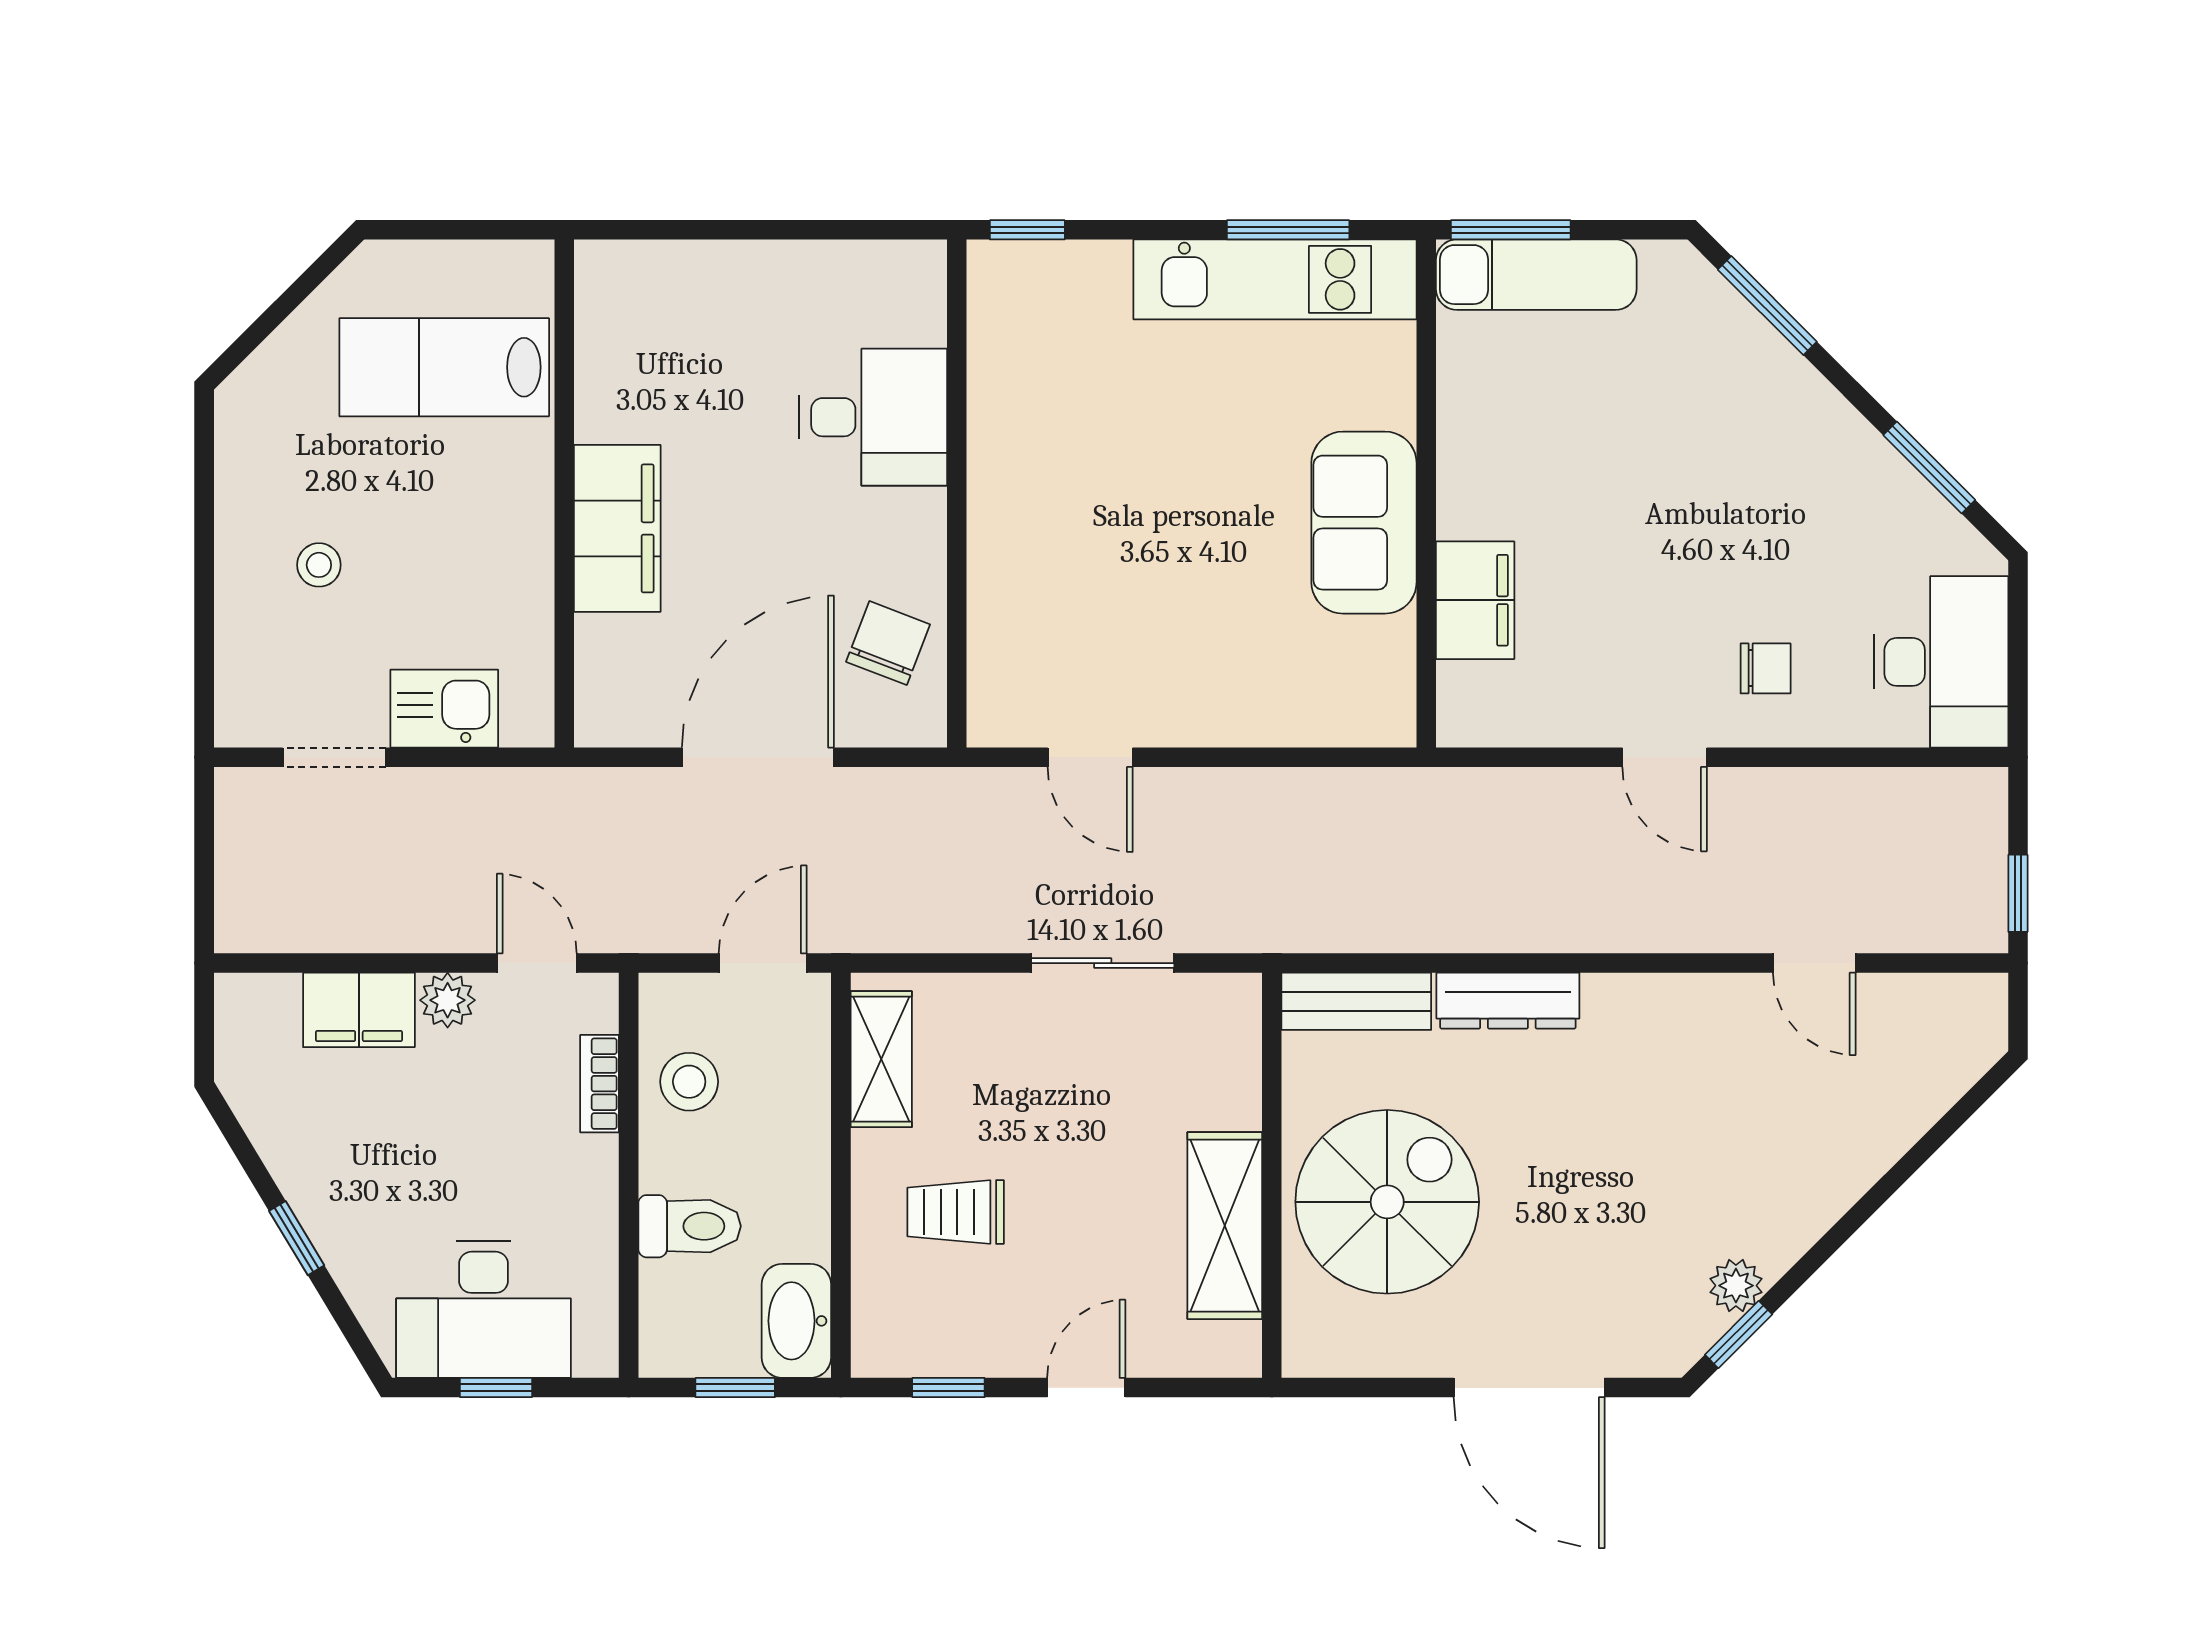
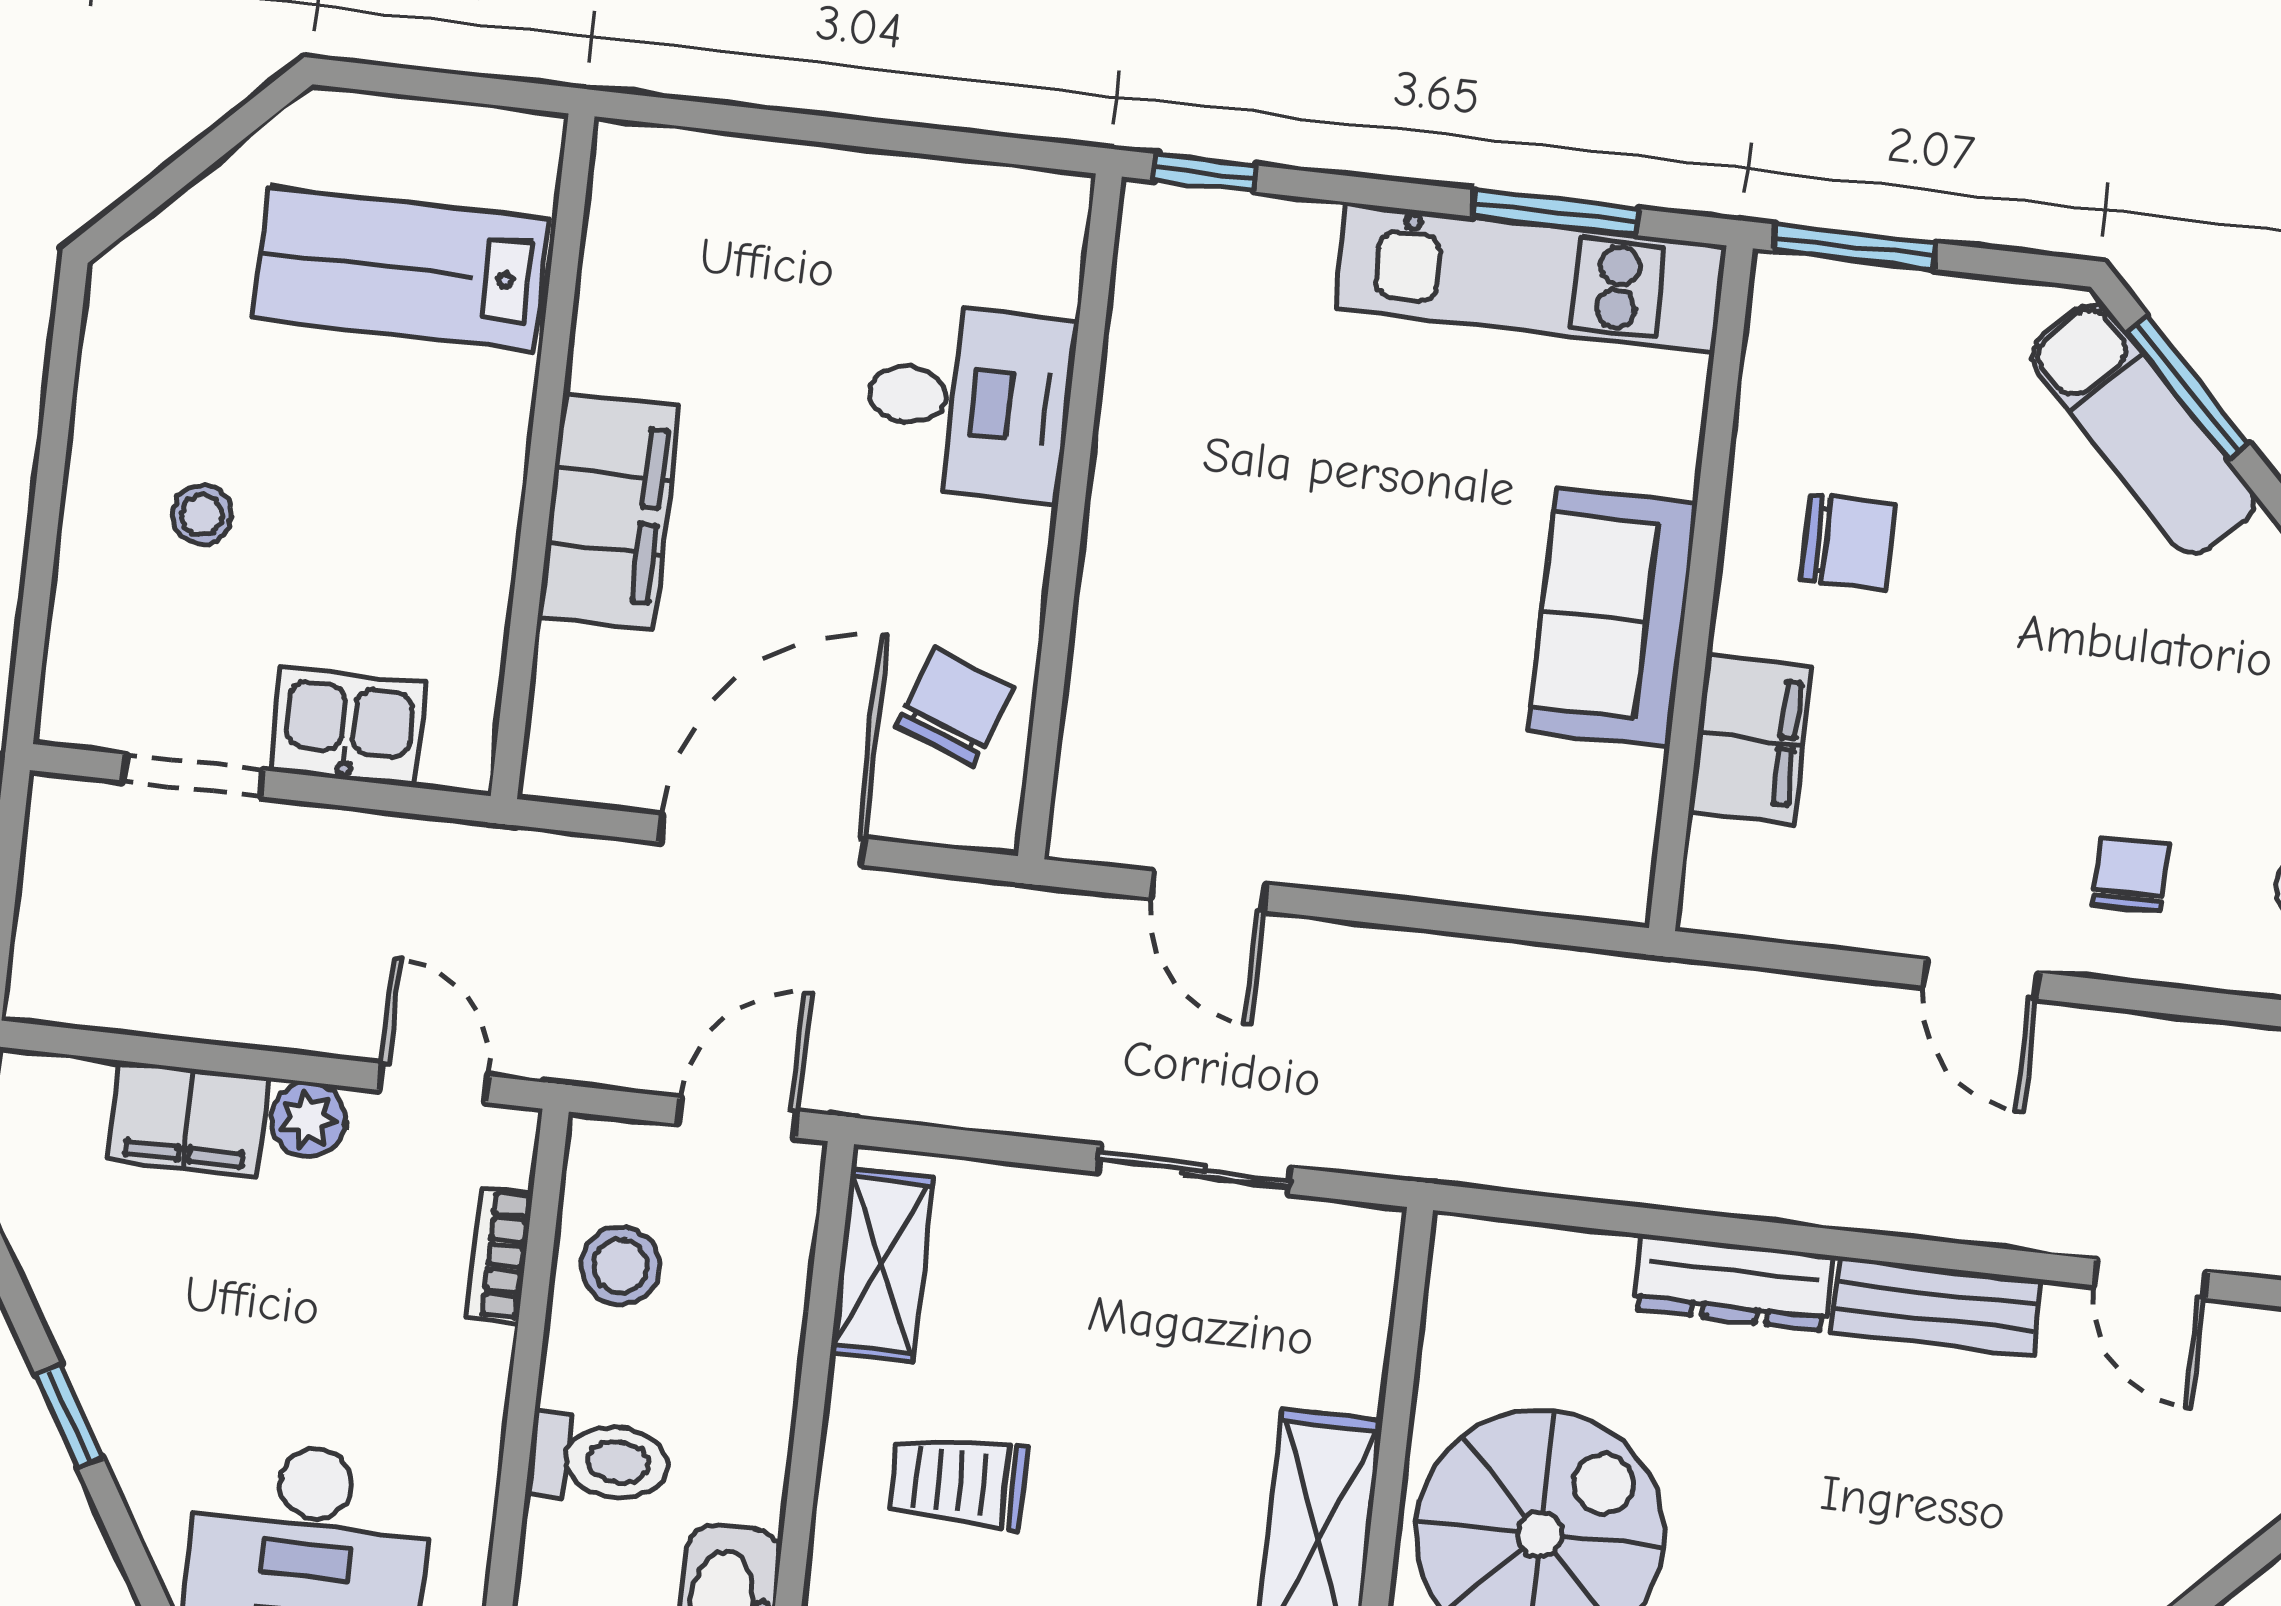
exam couch: (1536, 275) -> (2143, 429), moved, turned 45
chair: (1531, 447) -> (1848, 542), added
chair: (1766, 668) -> (2130, 875), turned -90
bench: (1356, 1001) -> (1936, 1306), moved

